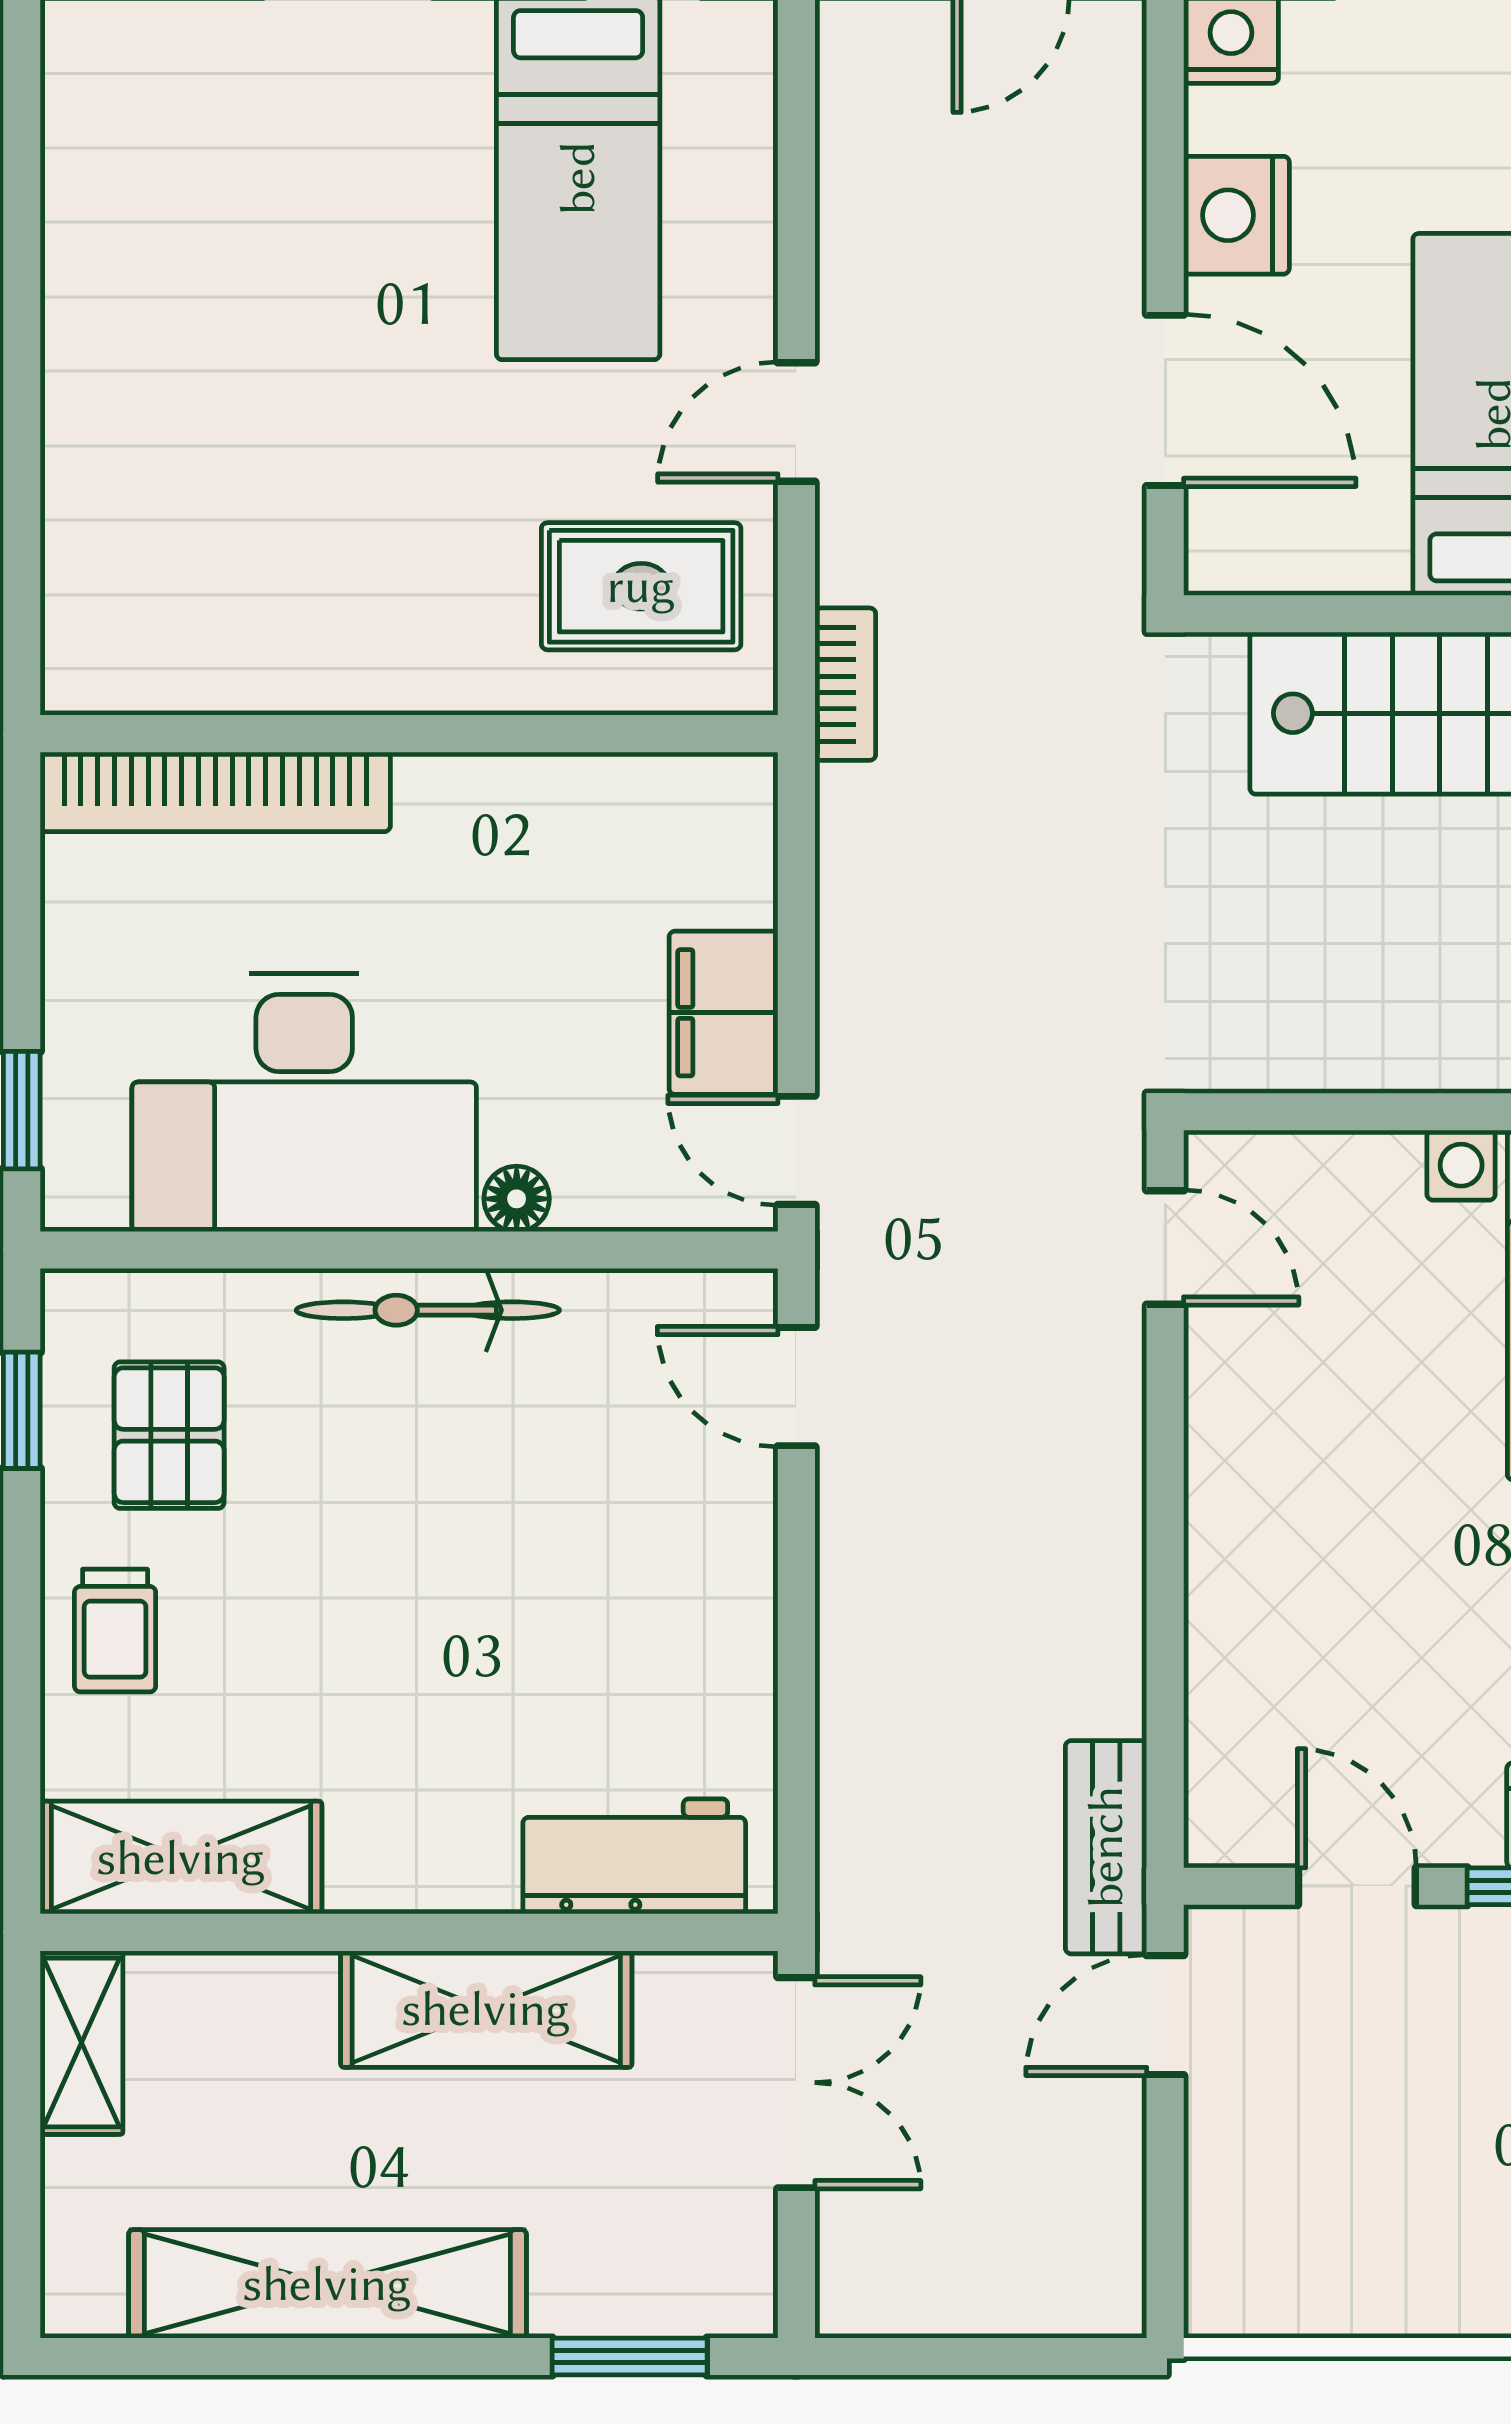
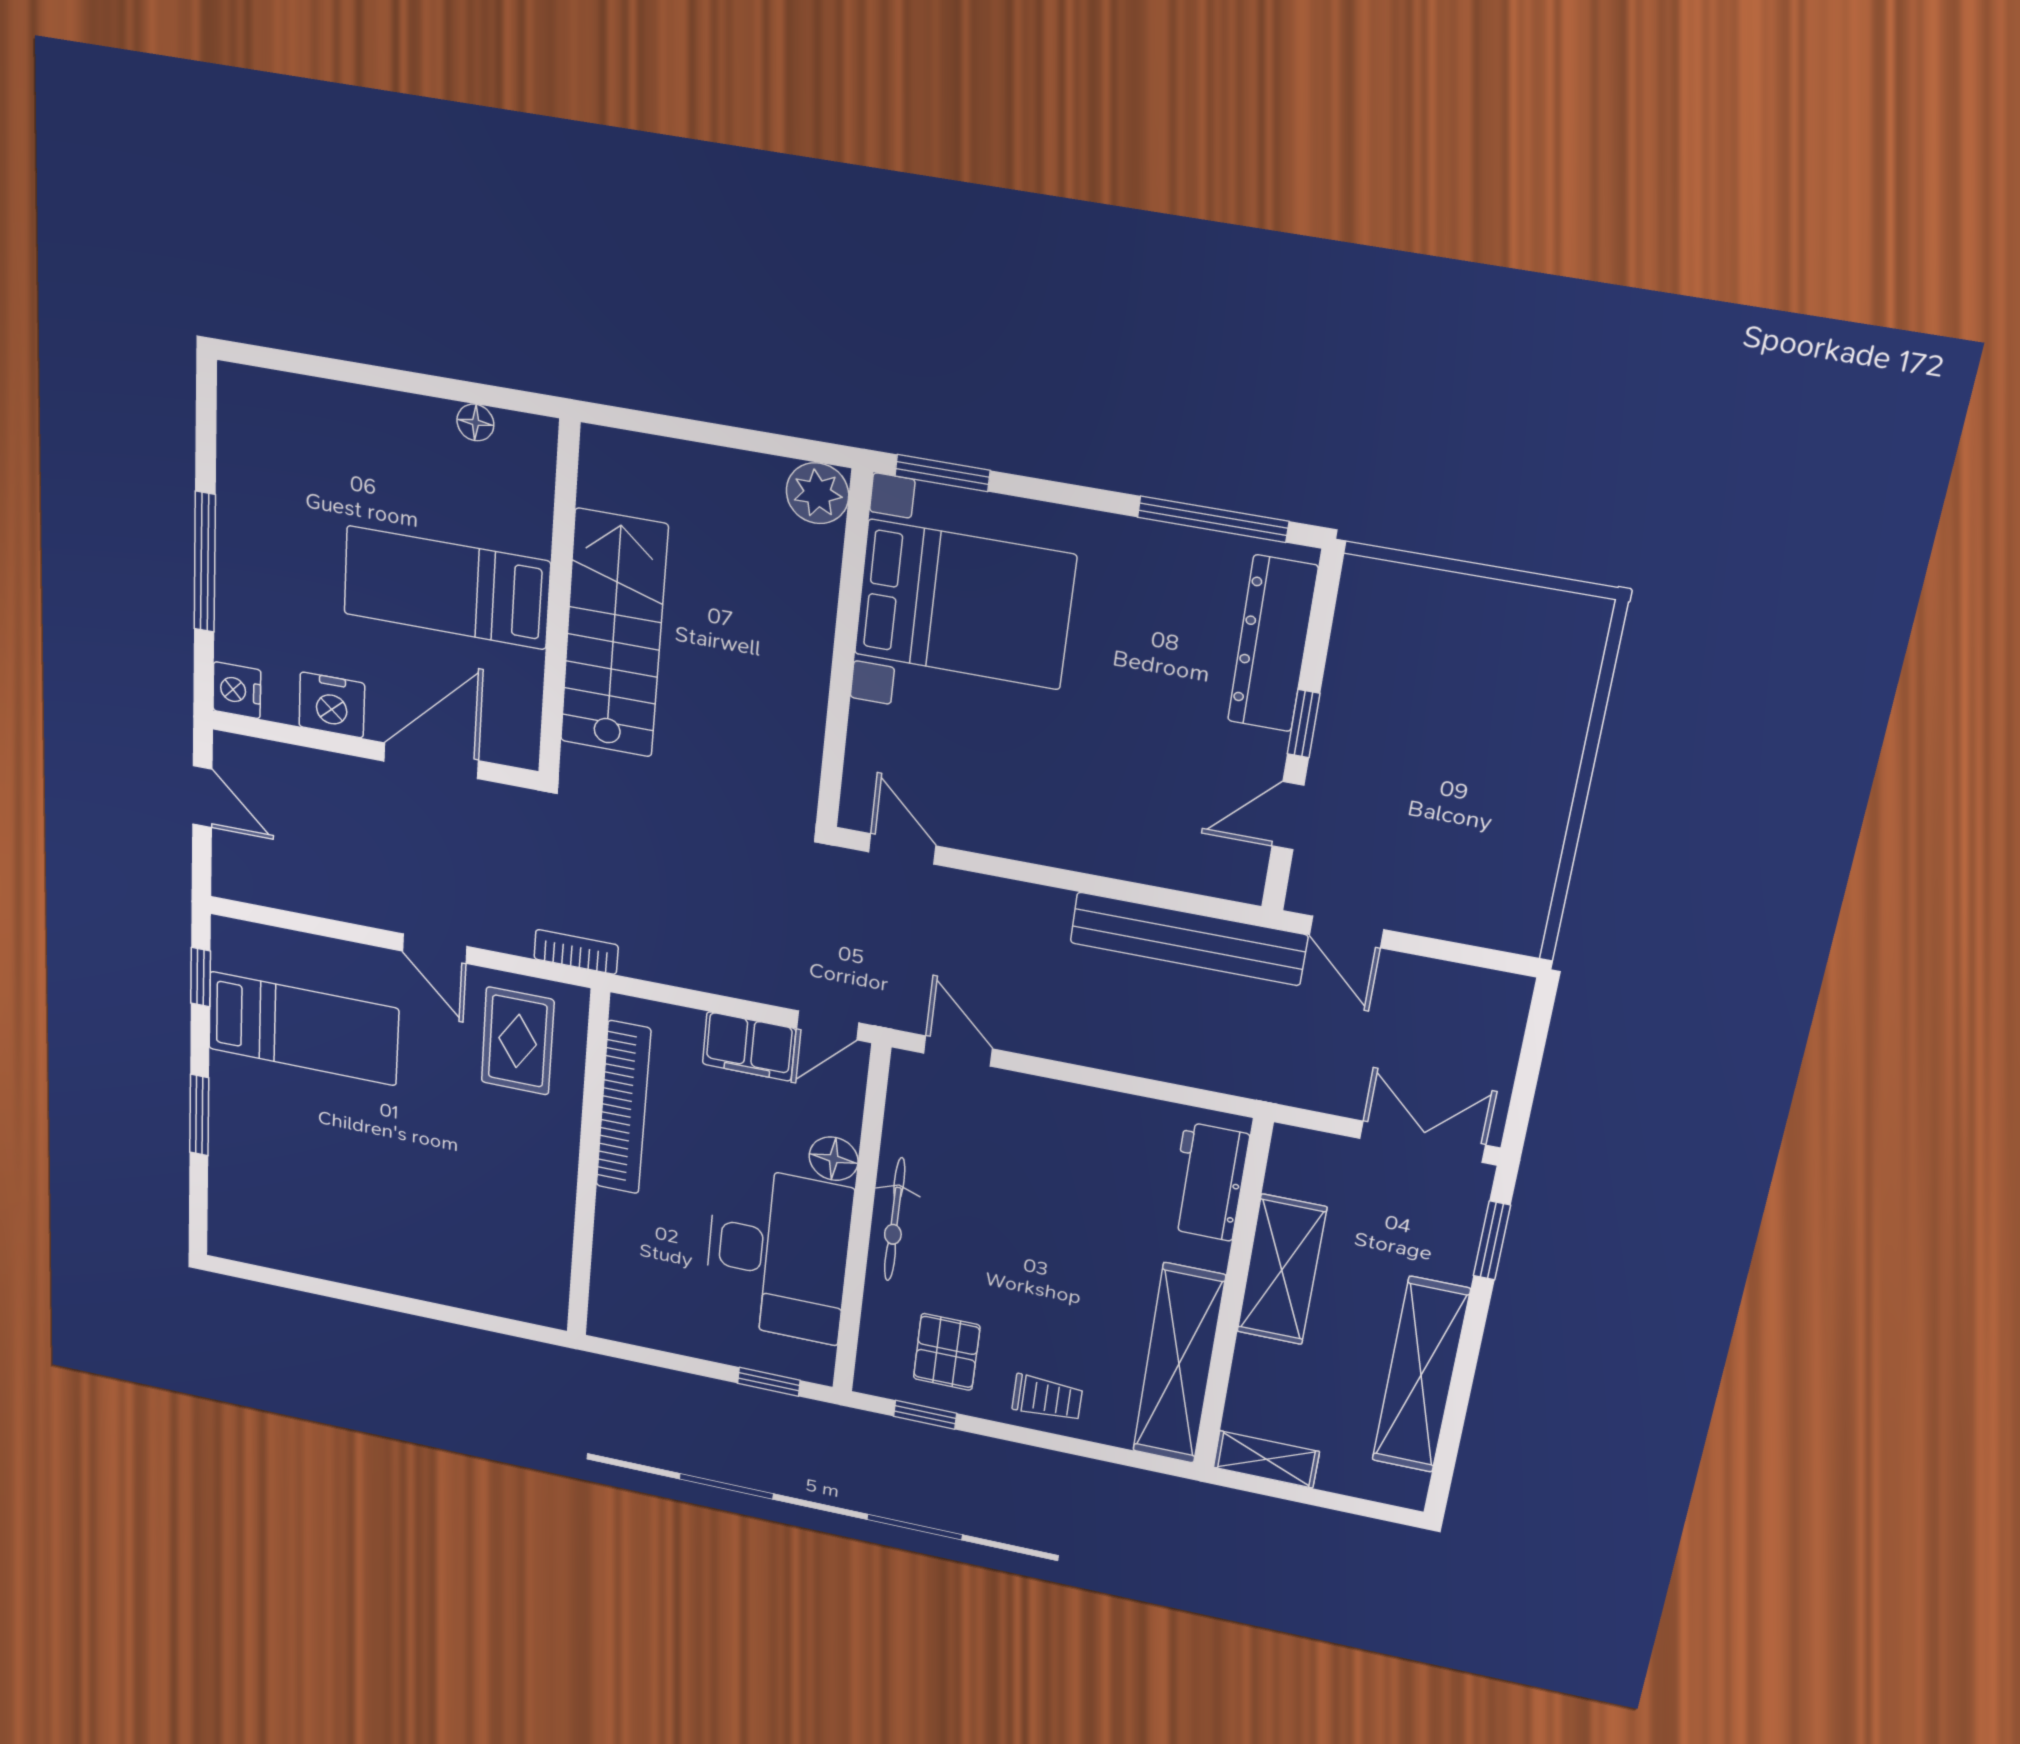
bookcase: (215, 792) -> (623, 1108), moved
floor lamp: (517, 1199) -> (834, 1159), width x1.37, depth x1.37
door: (1165, 1247) -> (902, 849), hinge flipped
door: (796, 1387) -> (958, 1051), swing flipped
pallet: (169, 1435) -> (947, 1352), turned 90
bench: (1106, 1847) -> (1189, 939), width x1.86, depth x1.21
shelving: (181, 1858) -> (1179, 1364), width x1.47
double door: (796, 2083) -> (1423, 1142), moved

